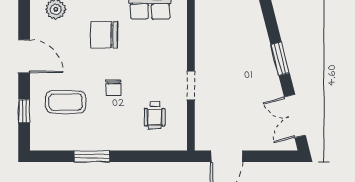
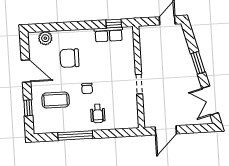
chair: (104, 35) -> (69, 58), moved
wheelchair: (155, 115) -> (98, 114), moved
window: (92, 156) -> (75, 136), width x1.44

